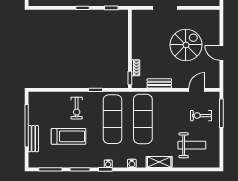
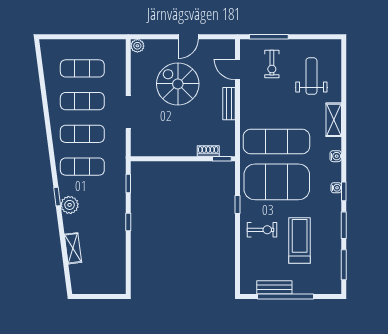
plant: (215, 15) -> (137, 46), added
bench: (159, 83) -> (229, 104), moved
exercise mat: (113, 119) -> (277, 182), width x1.47
bench: (33, 139) -> (274, 287), moved

